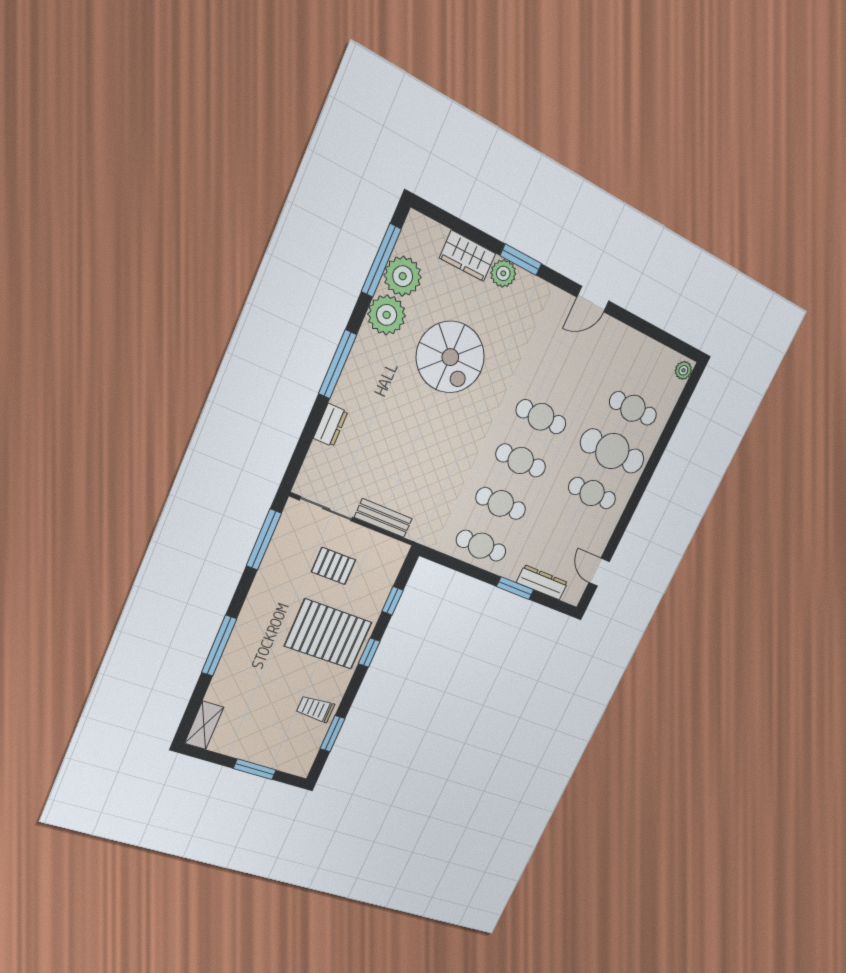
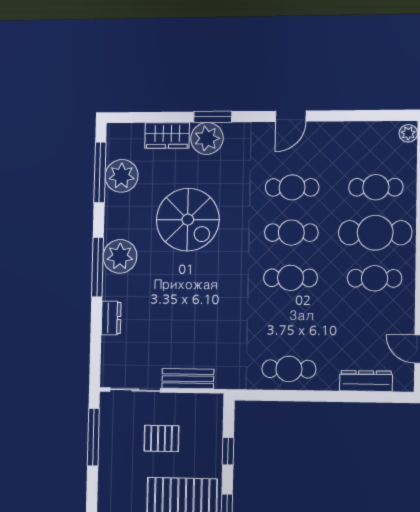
plant: (503, 273) -> (207, 138), width x1.36, depth x1.36
plant: (387, 315) -> (120, 256), moved
cafe table: (501, 503) -> (292, 187), moved
window: (515, 588) -> (341, 396), removed

